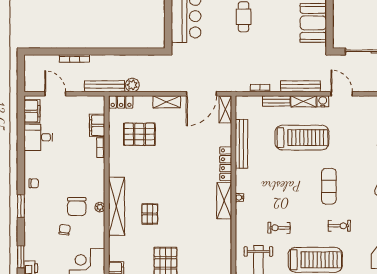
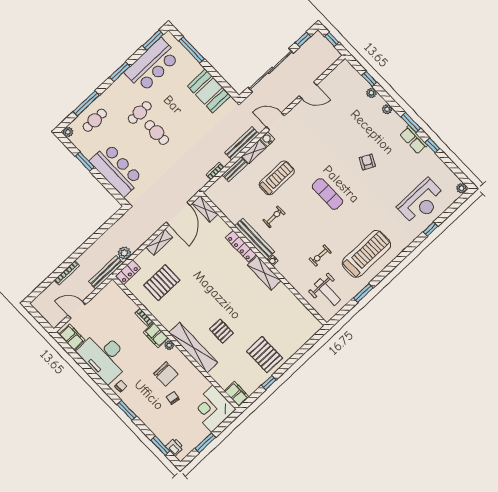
filing cabinet: (97, 125) -> (156, 335), moved
desk: (38, 137) -> (104, 356), width x1.87, depth x1.30
treadmill: (302, 138) -> (277, 178), width x0.73, depth x0.73
bench: (241, 144) -> (255, 239), moved
plant: (100, 207) -> (169, 345), moved
exercise bike: (339, 226) -> (274, 217), moved

